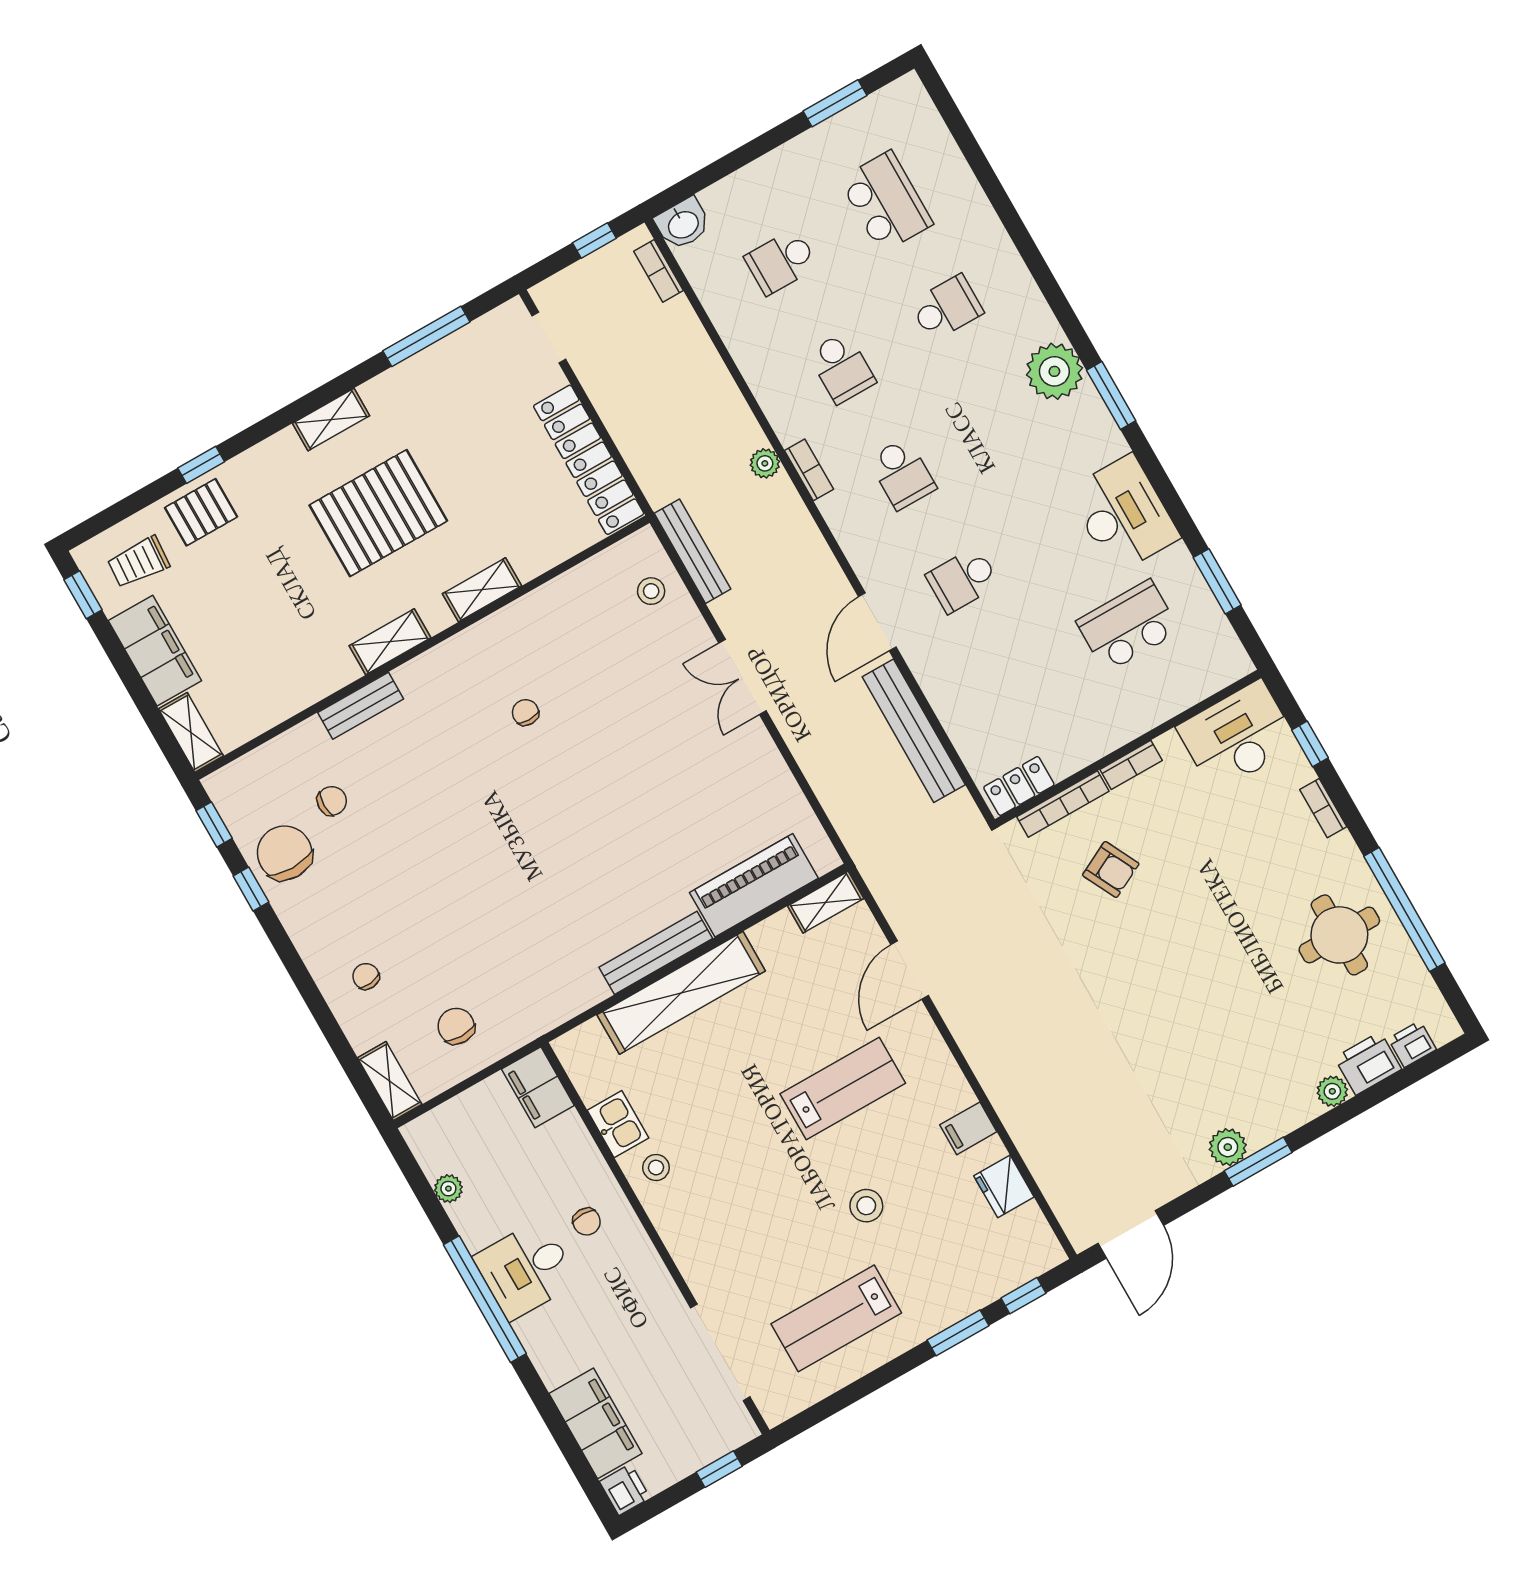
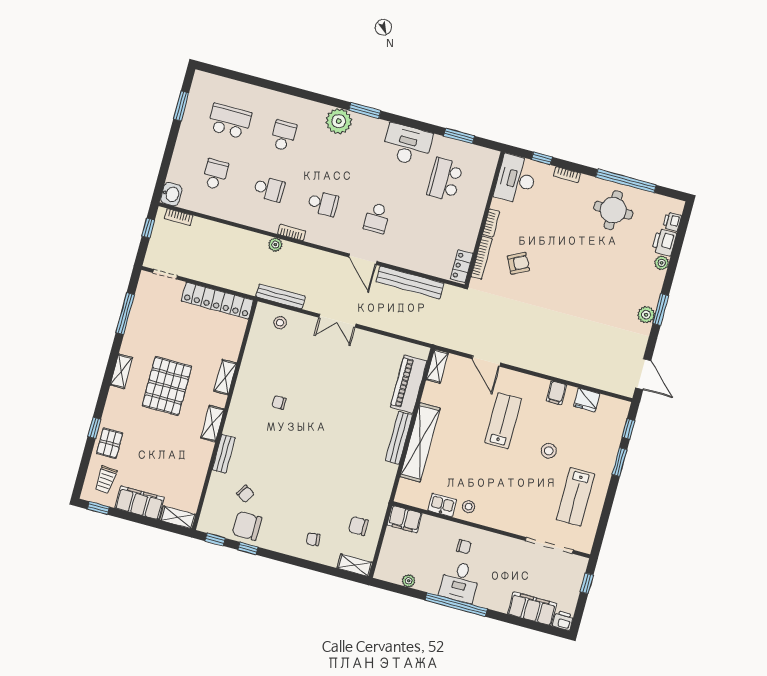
school desk: (781, 262) -> (215, 174), turned 180
chair: (332, 801) -> (245, 494), turned 122

